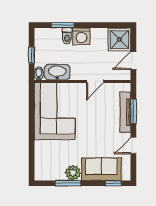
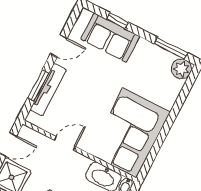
plant: (73, 173) -> (181, 69), moved
window: (68, 183) -> (171, 48), moved
window: (113, 183) -> (117, 21), moved

